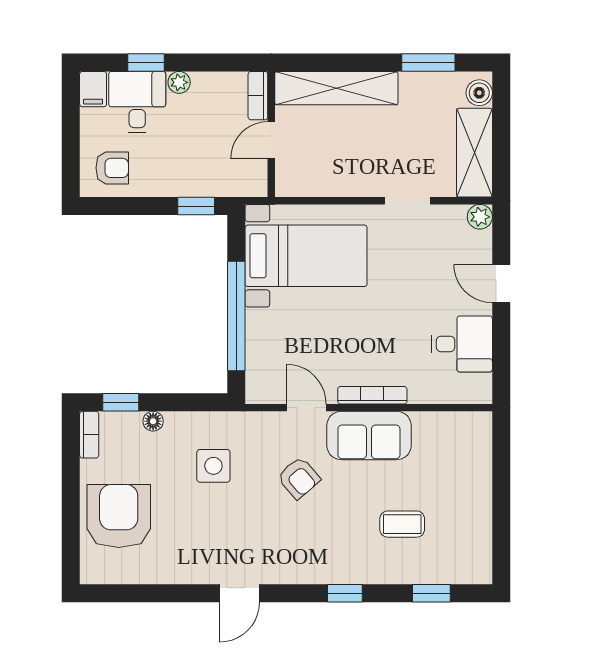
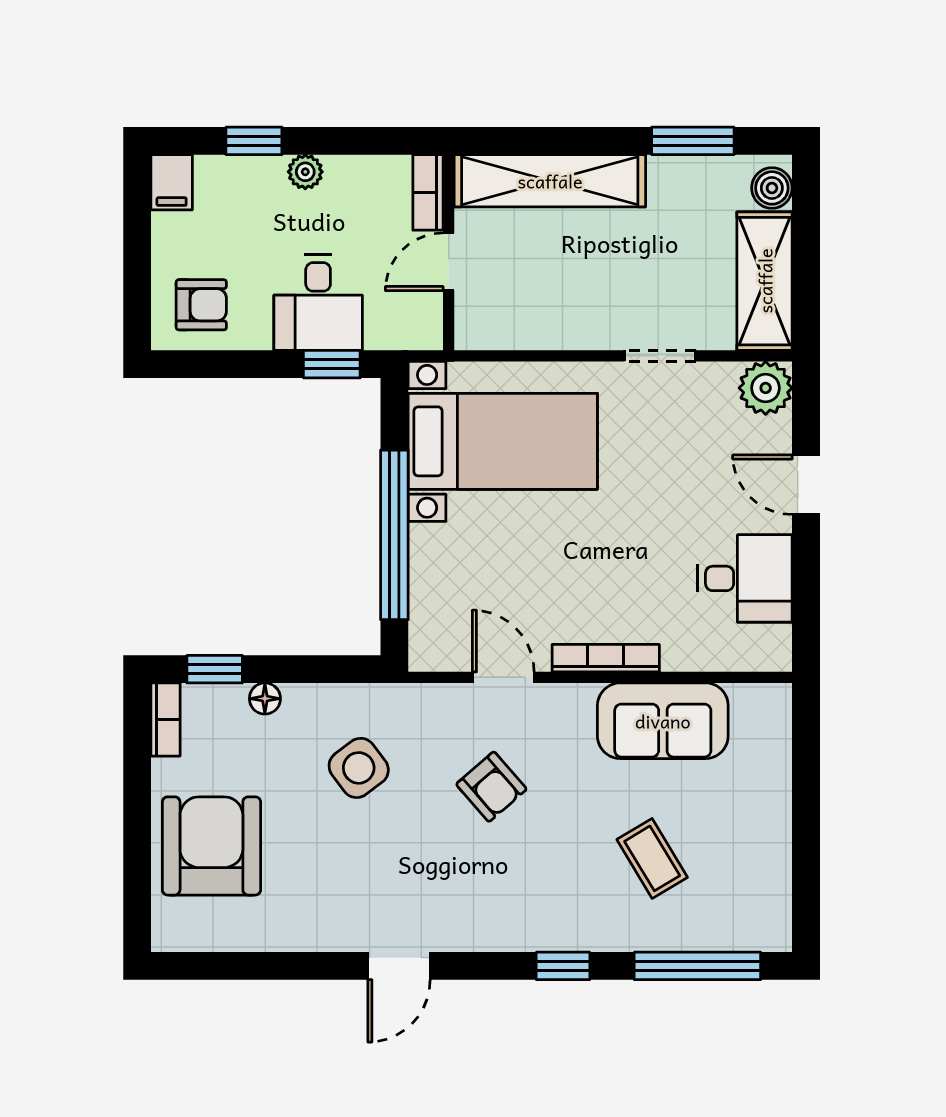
desk: (137, 102) -> (318, 303), moved, turned 180
plant: (480, 217) -> (766, 388), width x1.38, depth x1.38
sofa: (369, 436) -> (663, 721), moved
side table: (213, 466) -> (359, 768), turned -37
coffee table: (402, 524) -> (652, 858), turned 59
window: (431, 593) -> (697, 966), width x2.17

